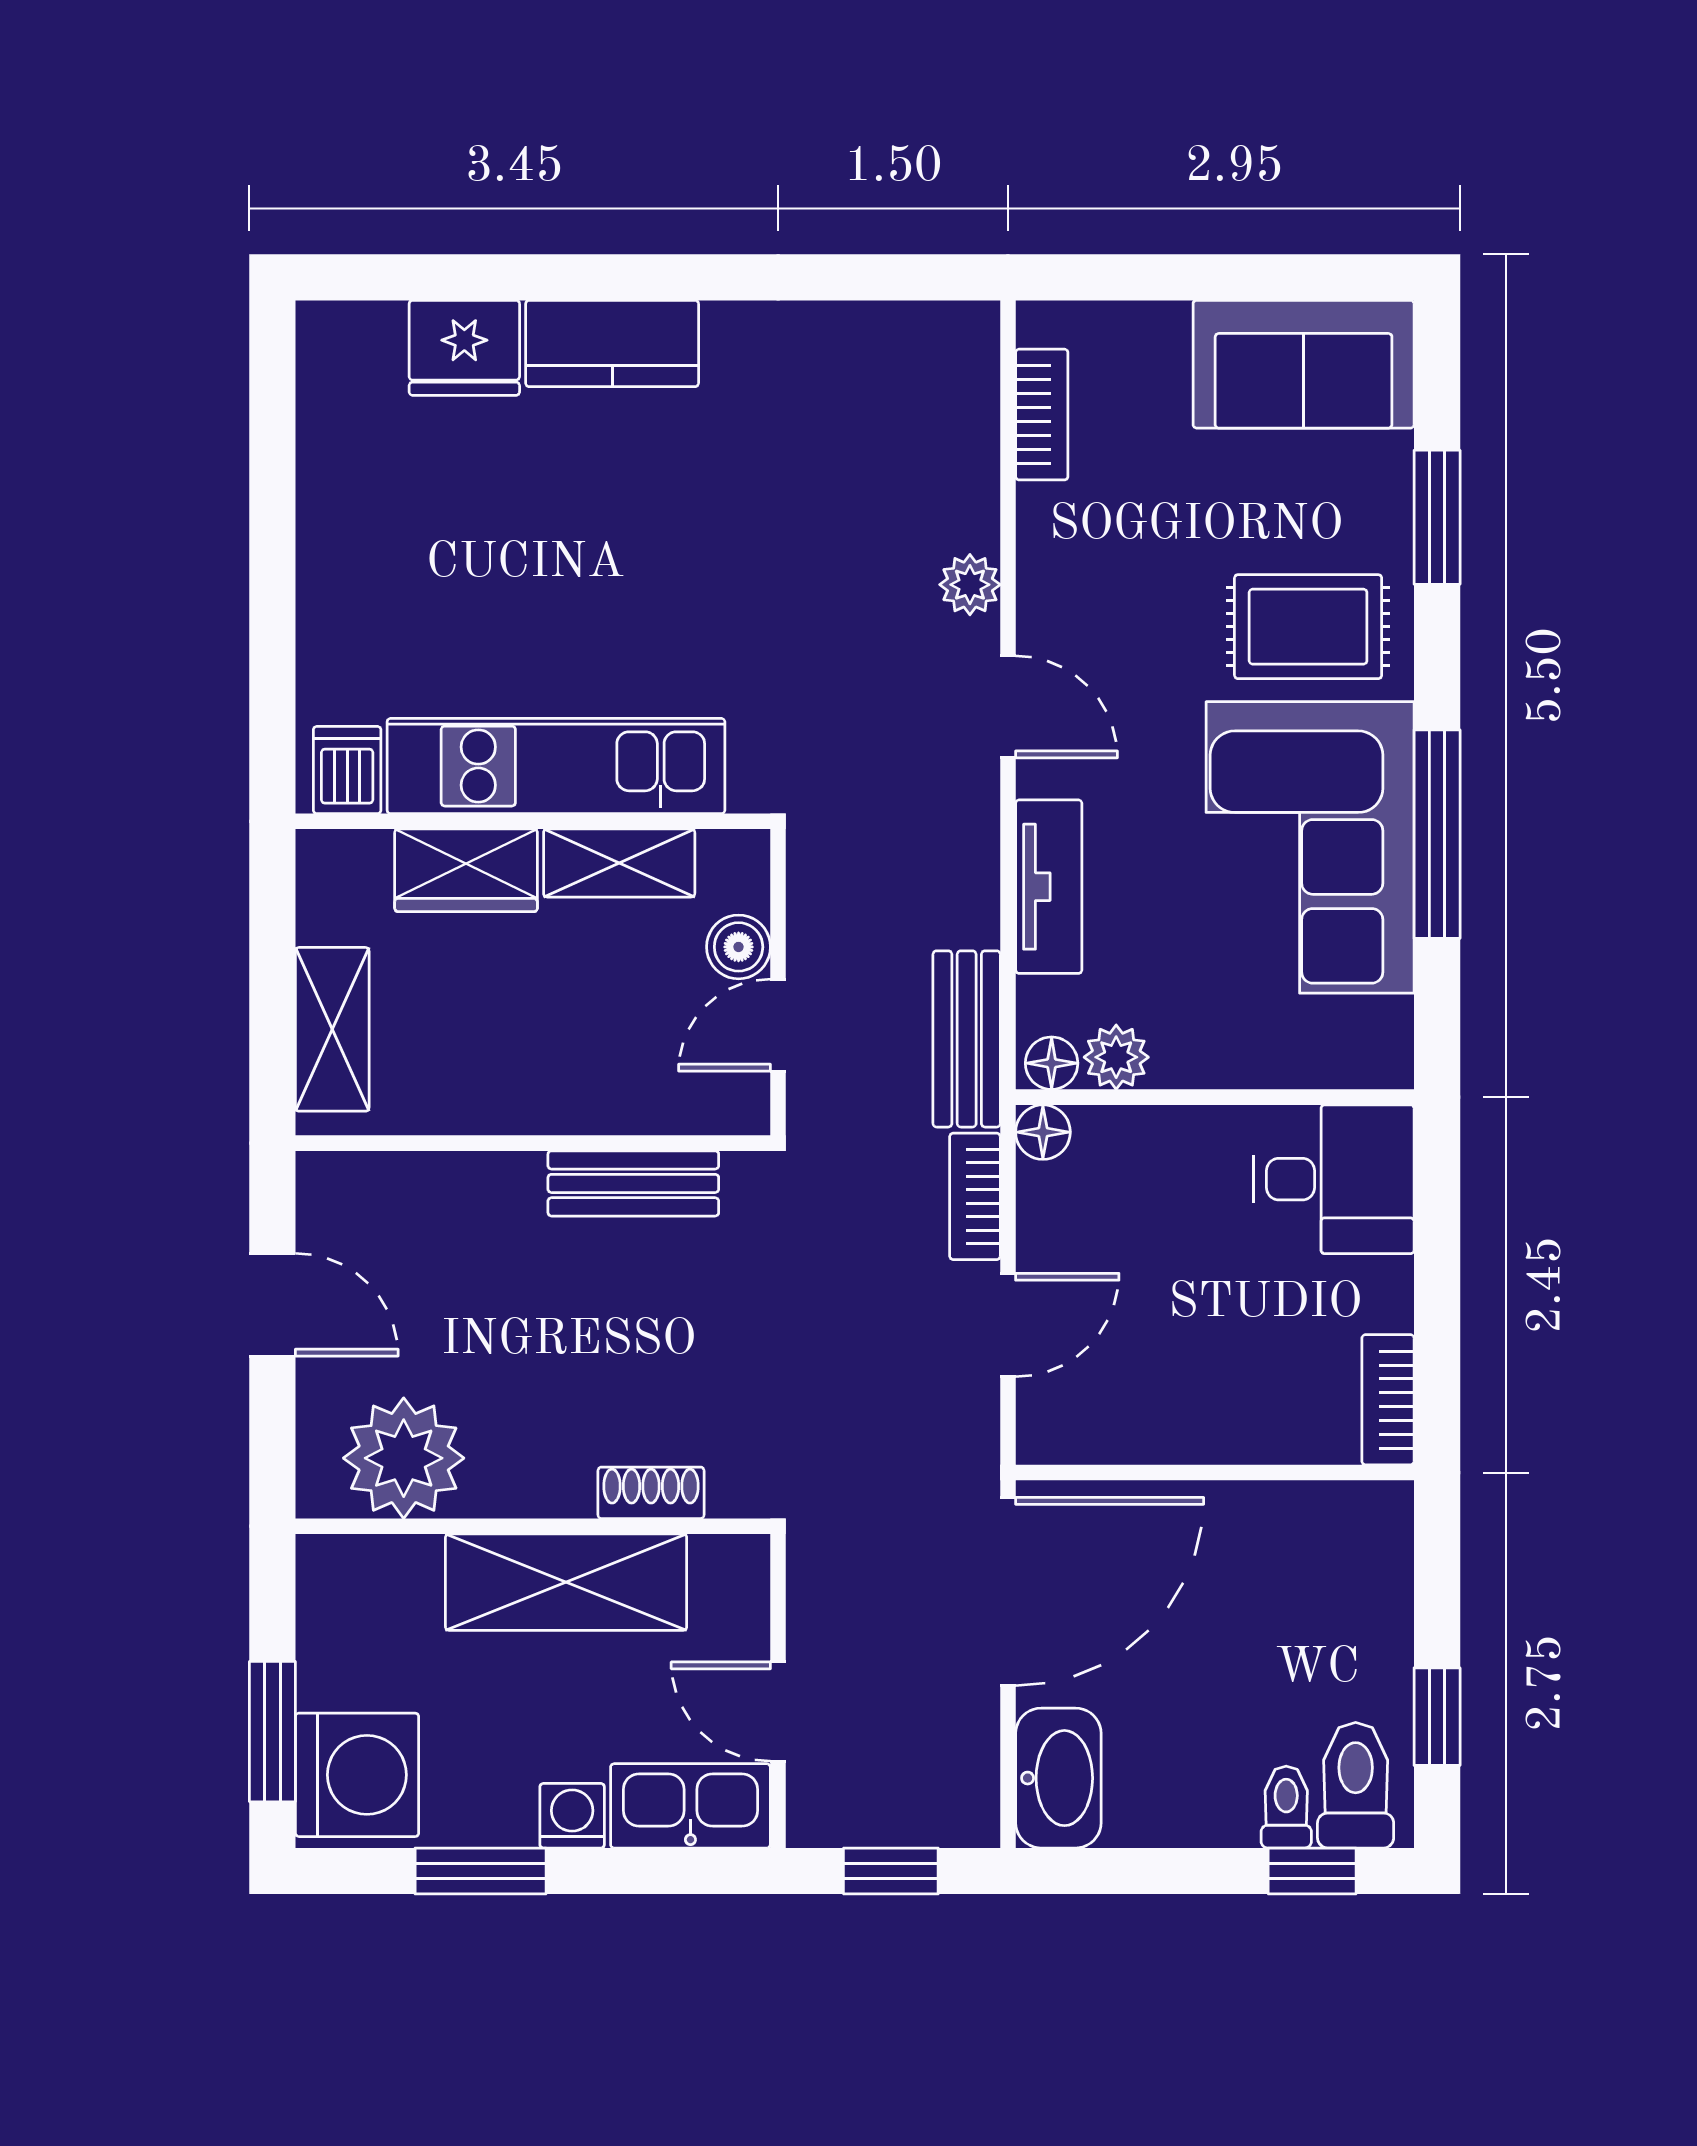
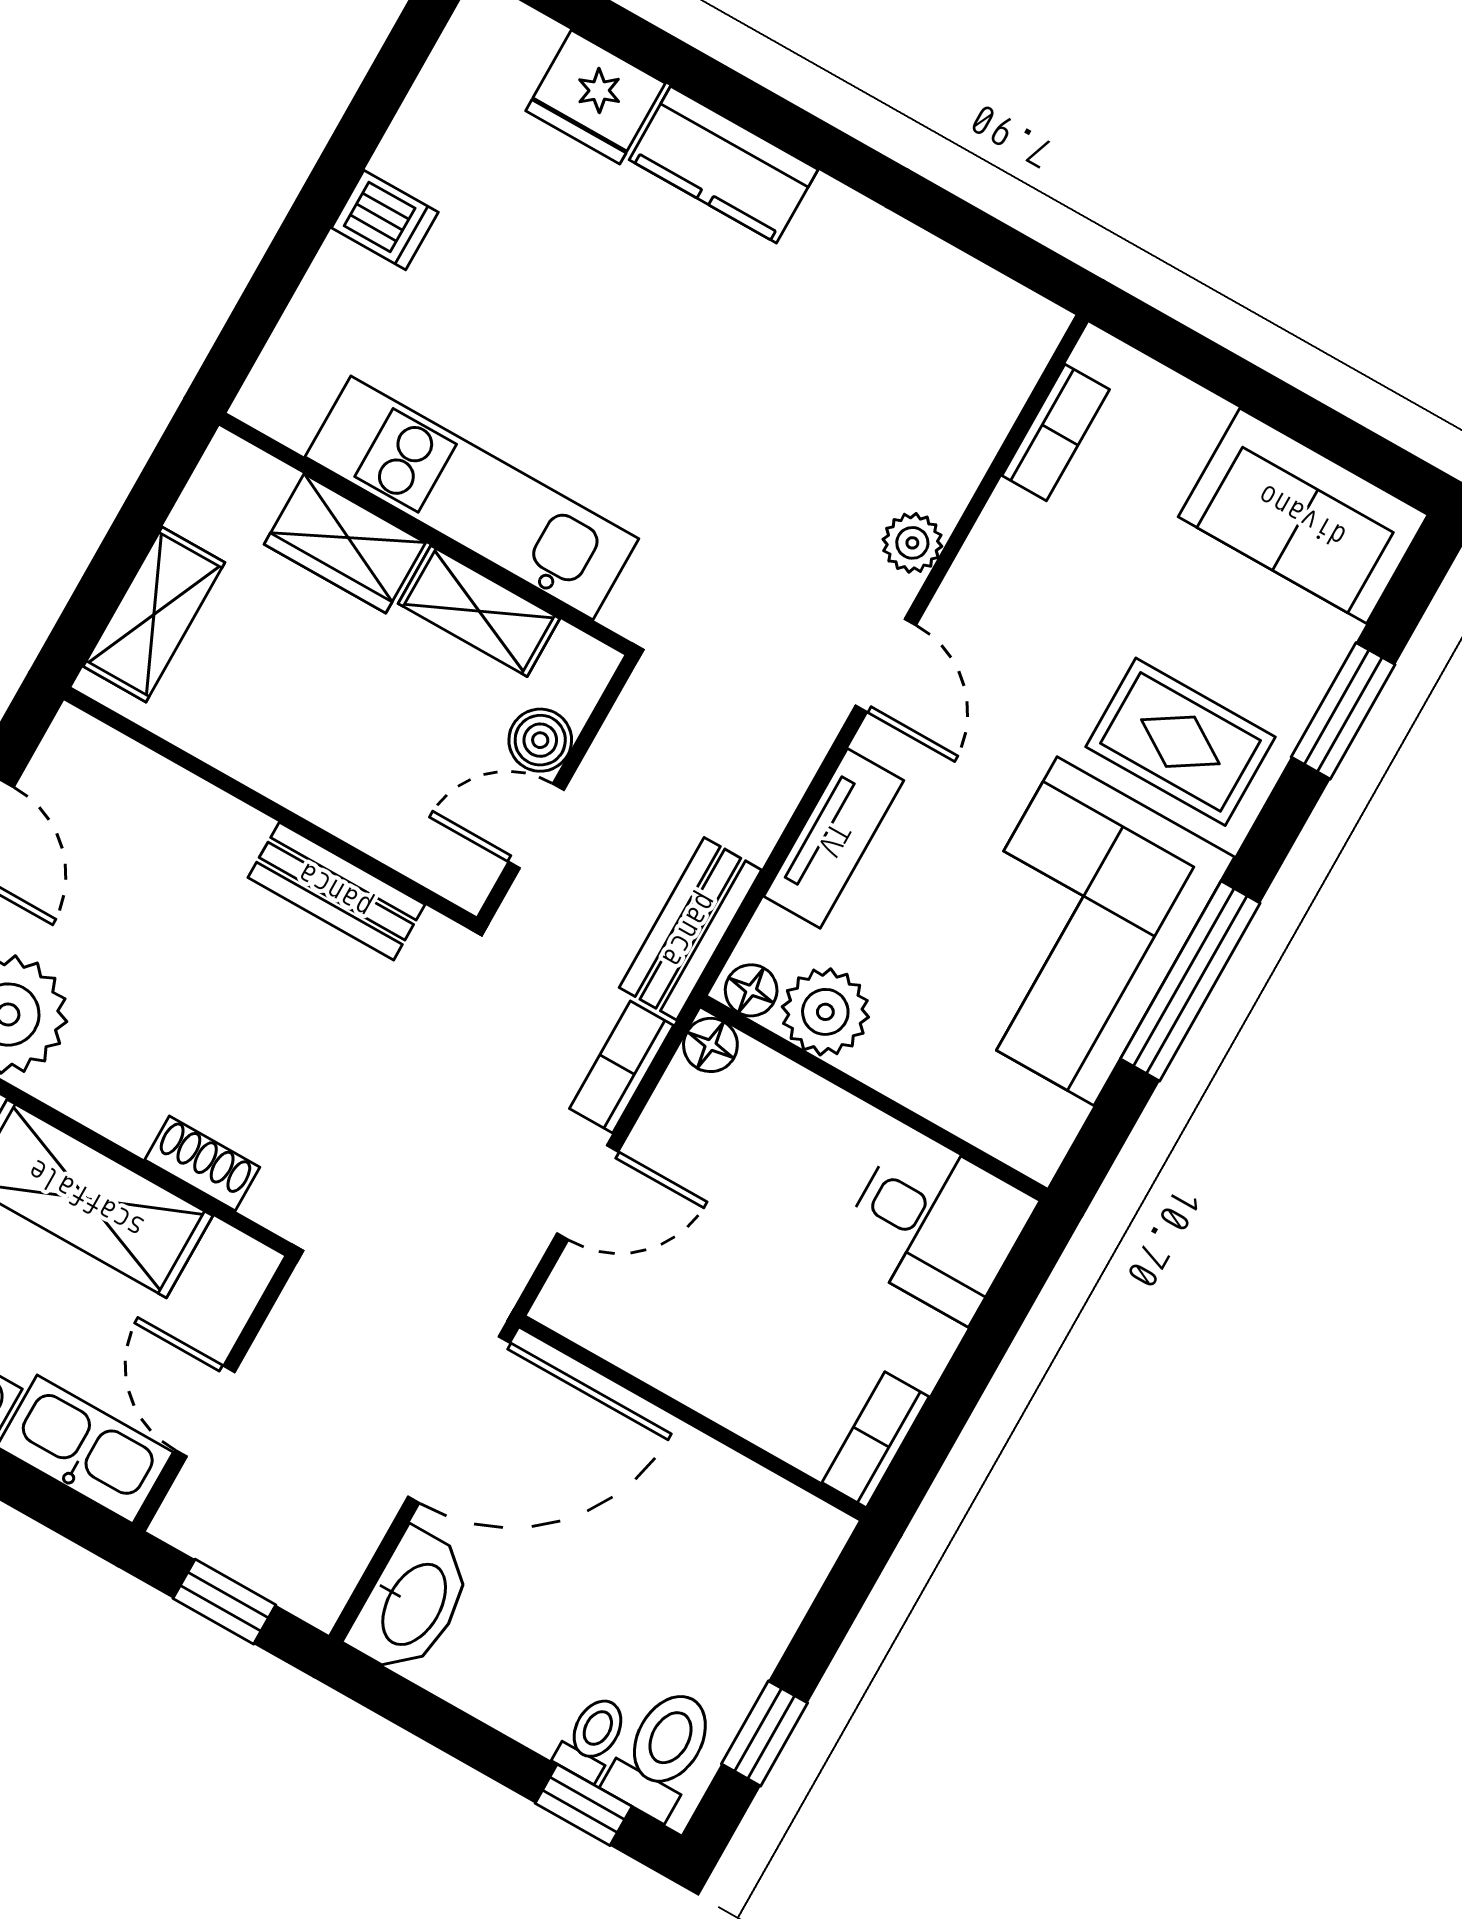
dishwasher: (347, 770) -> (385, 220), moved, turned 90
plant: (1116, 1057) -> (825, 1012), width x1.38, depth x1.38

